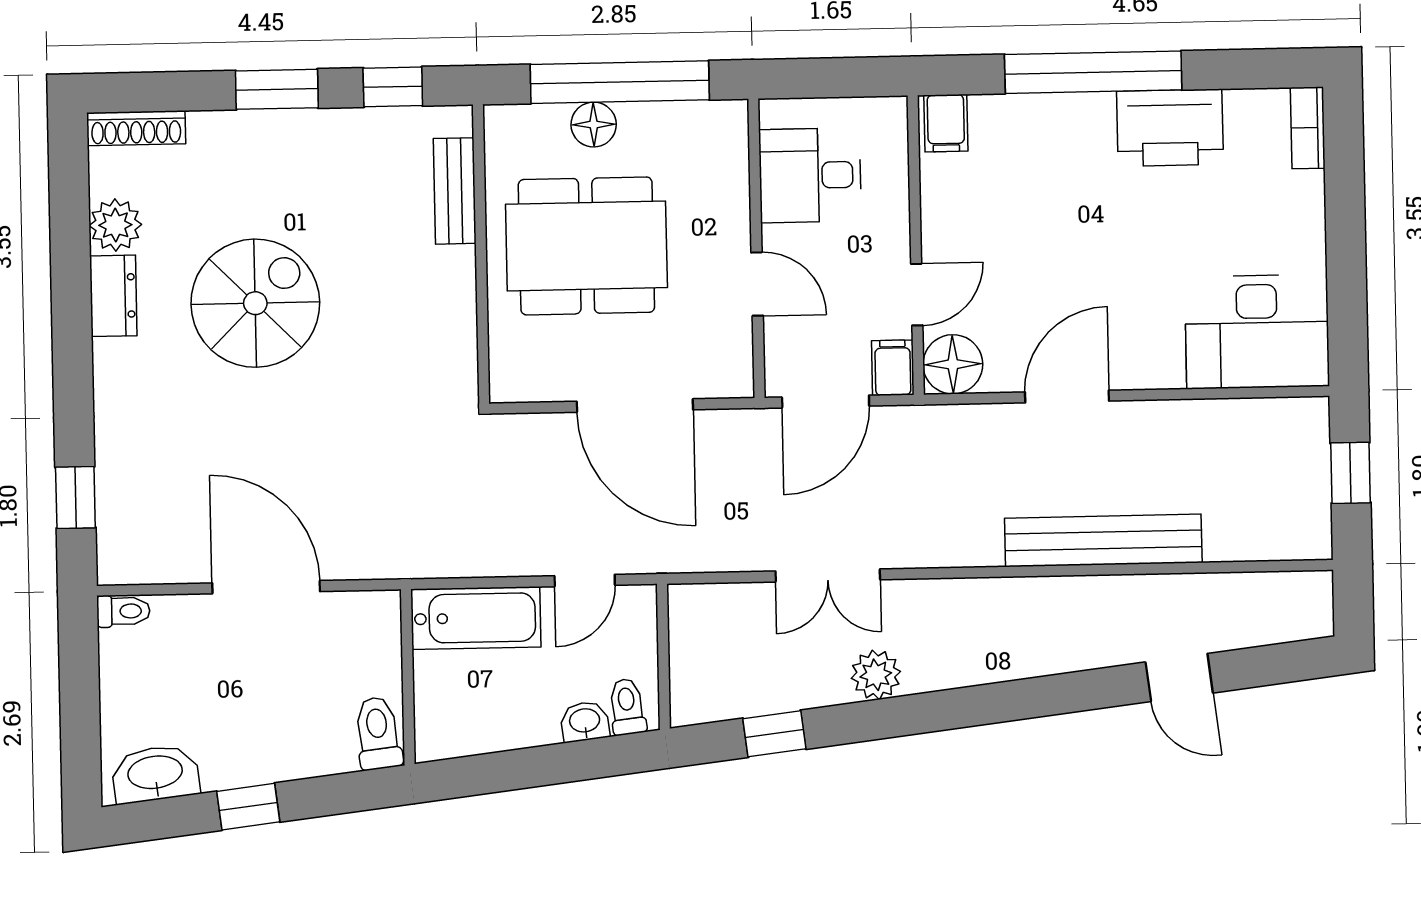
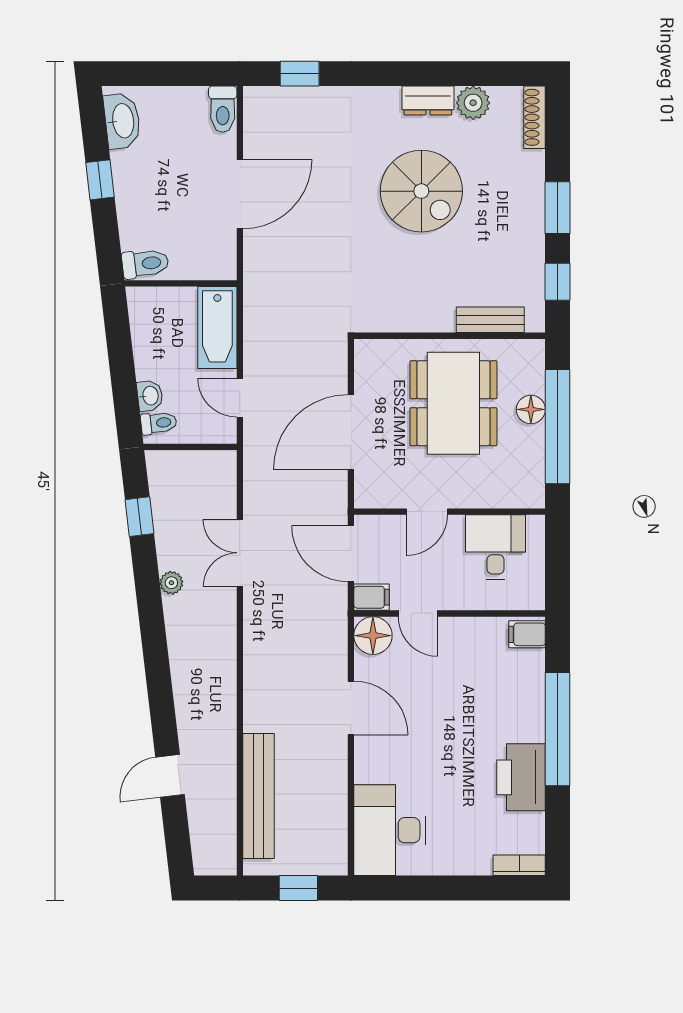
bench: (1103, 540) -> (259, 796), moved
toilet: (123, 611) -> (223, 109), width x1.37, depth x1.39
plant: (876, 675) -> (171, 583), width x0.73, depth x0.73

